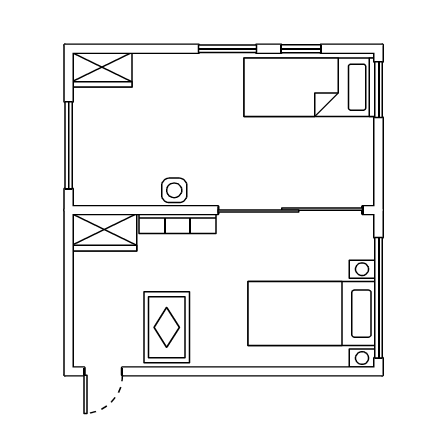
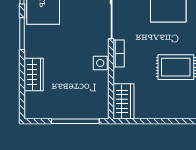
wardrobe: (102, 70) -> (34, 75), moved
bookcase: (178, 224) -> (119, 53), width x0.64

